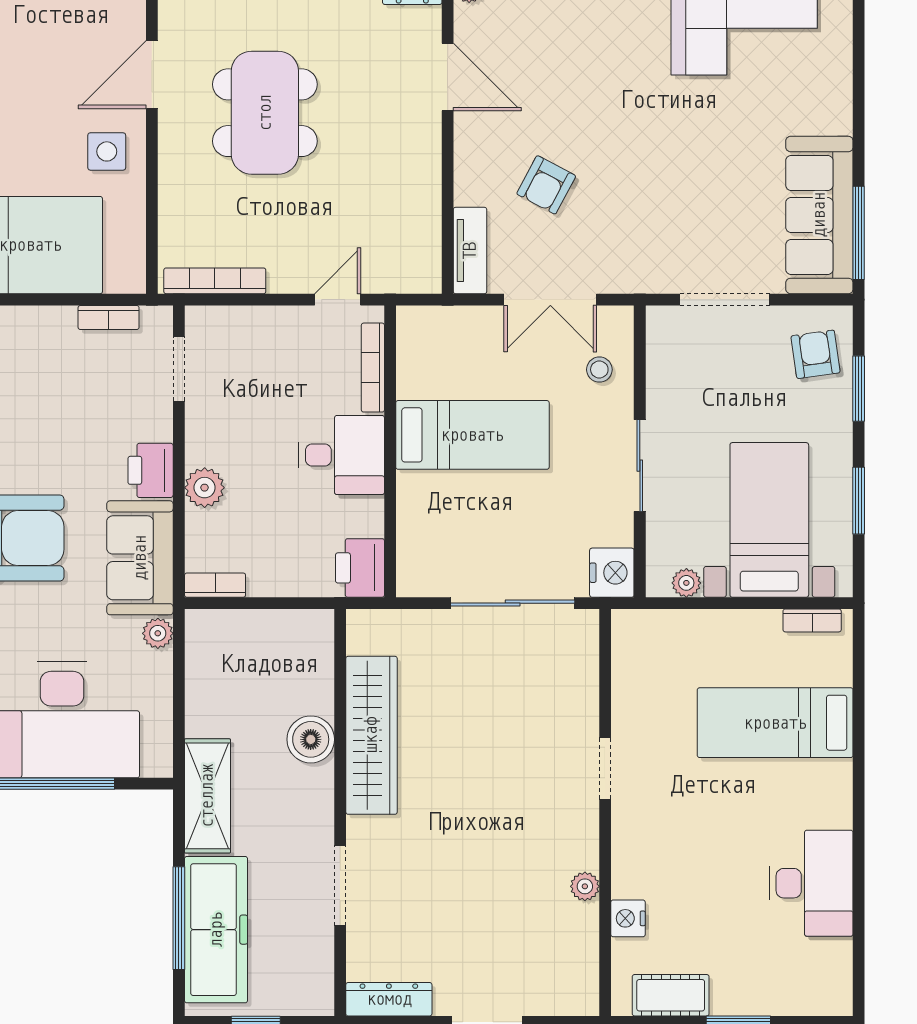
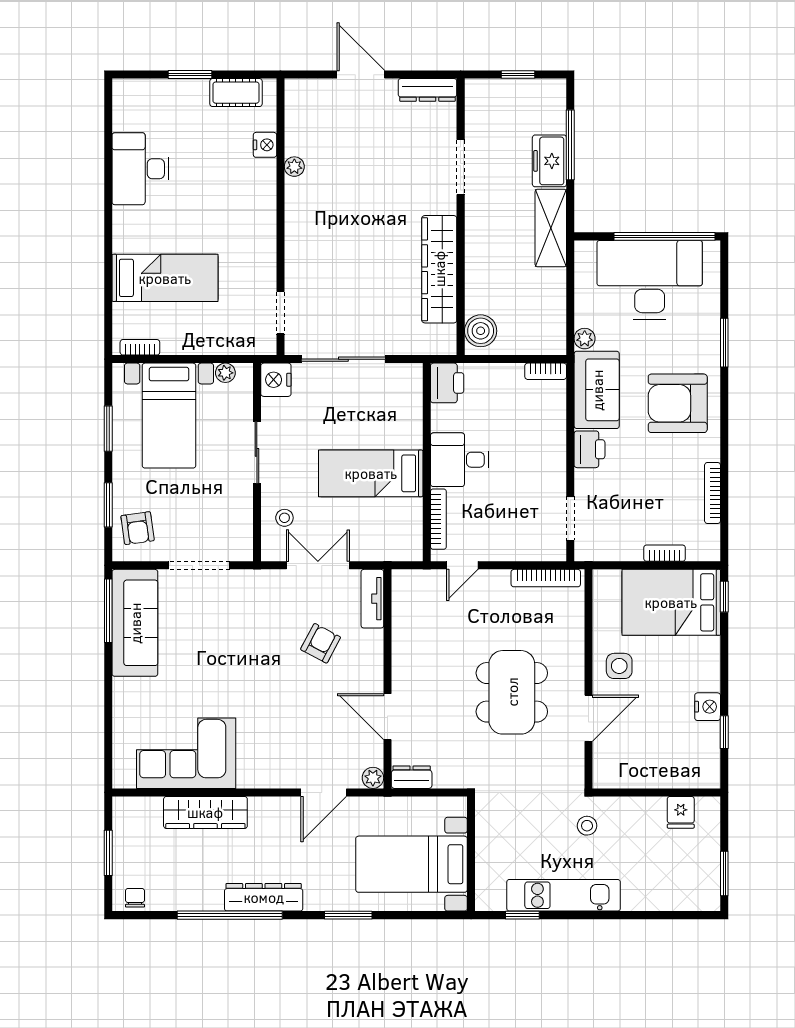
bookcase: (109, 318) -> (665, 553), moved
plant: (205, 488) -> (553, 438), removed
boiler: (311, 739) -> (481, 331), moved
doorway: (605, 768) -> (280, 313), moved
freezer: (216, 930) -> (549, 161), width x0.52, depth x0.79

